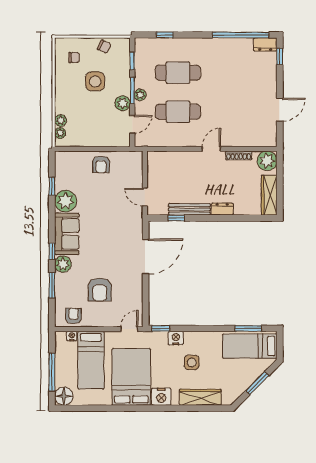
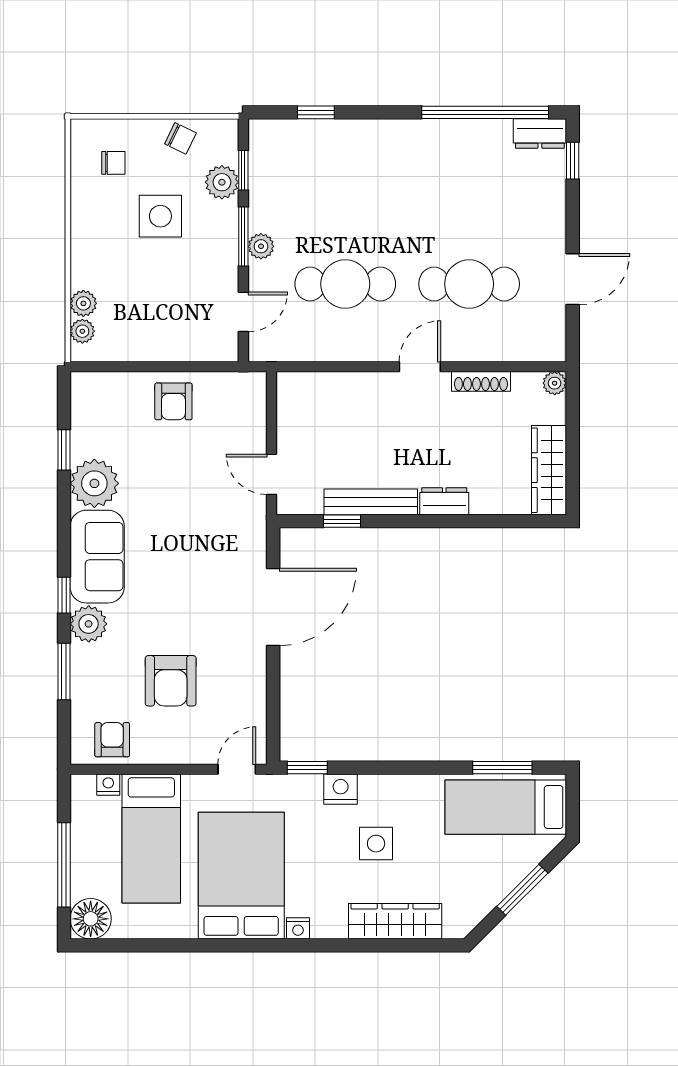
cafe table: (178, 73) -> (469, 284), moved
plant: (123, 103) -> (222, 182), moved
plant: (267, 161) -> (555, 383), width x0.53, depth x0.53
nightstand: (161, 397) -> (298, 928), width x0.53, depth x0.56

